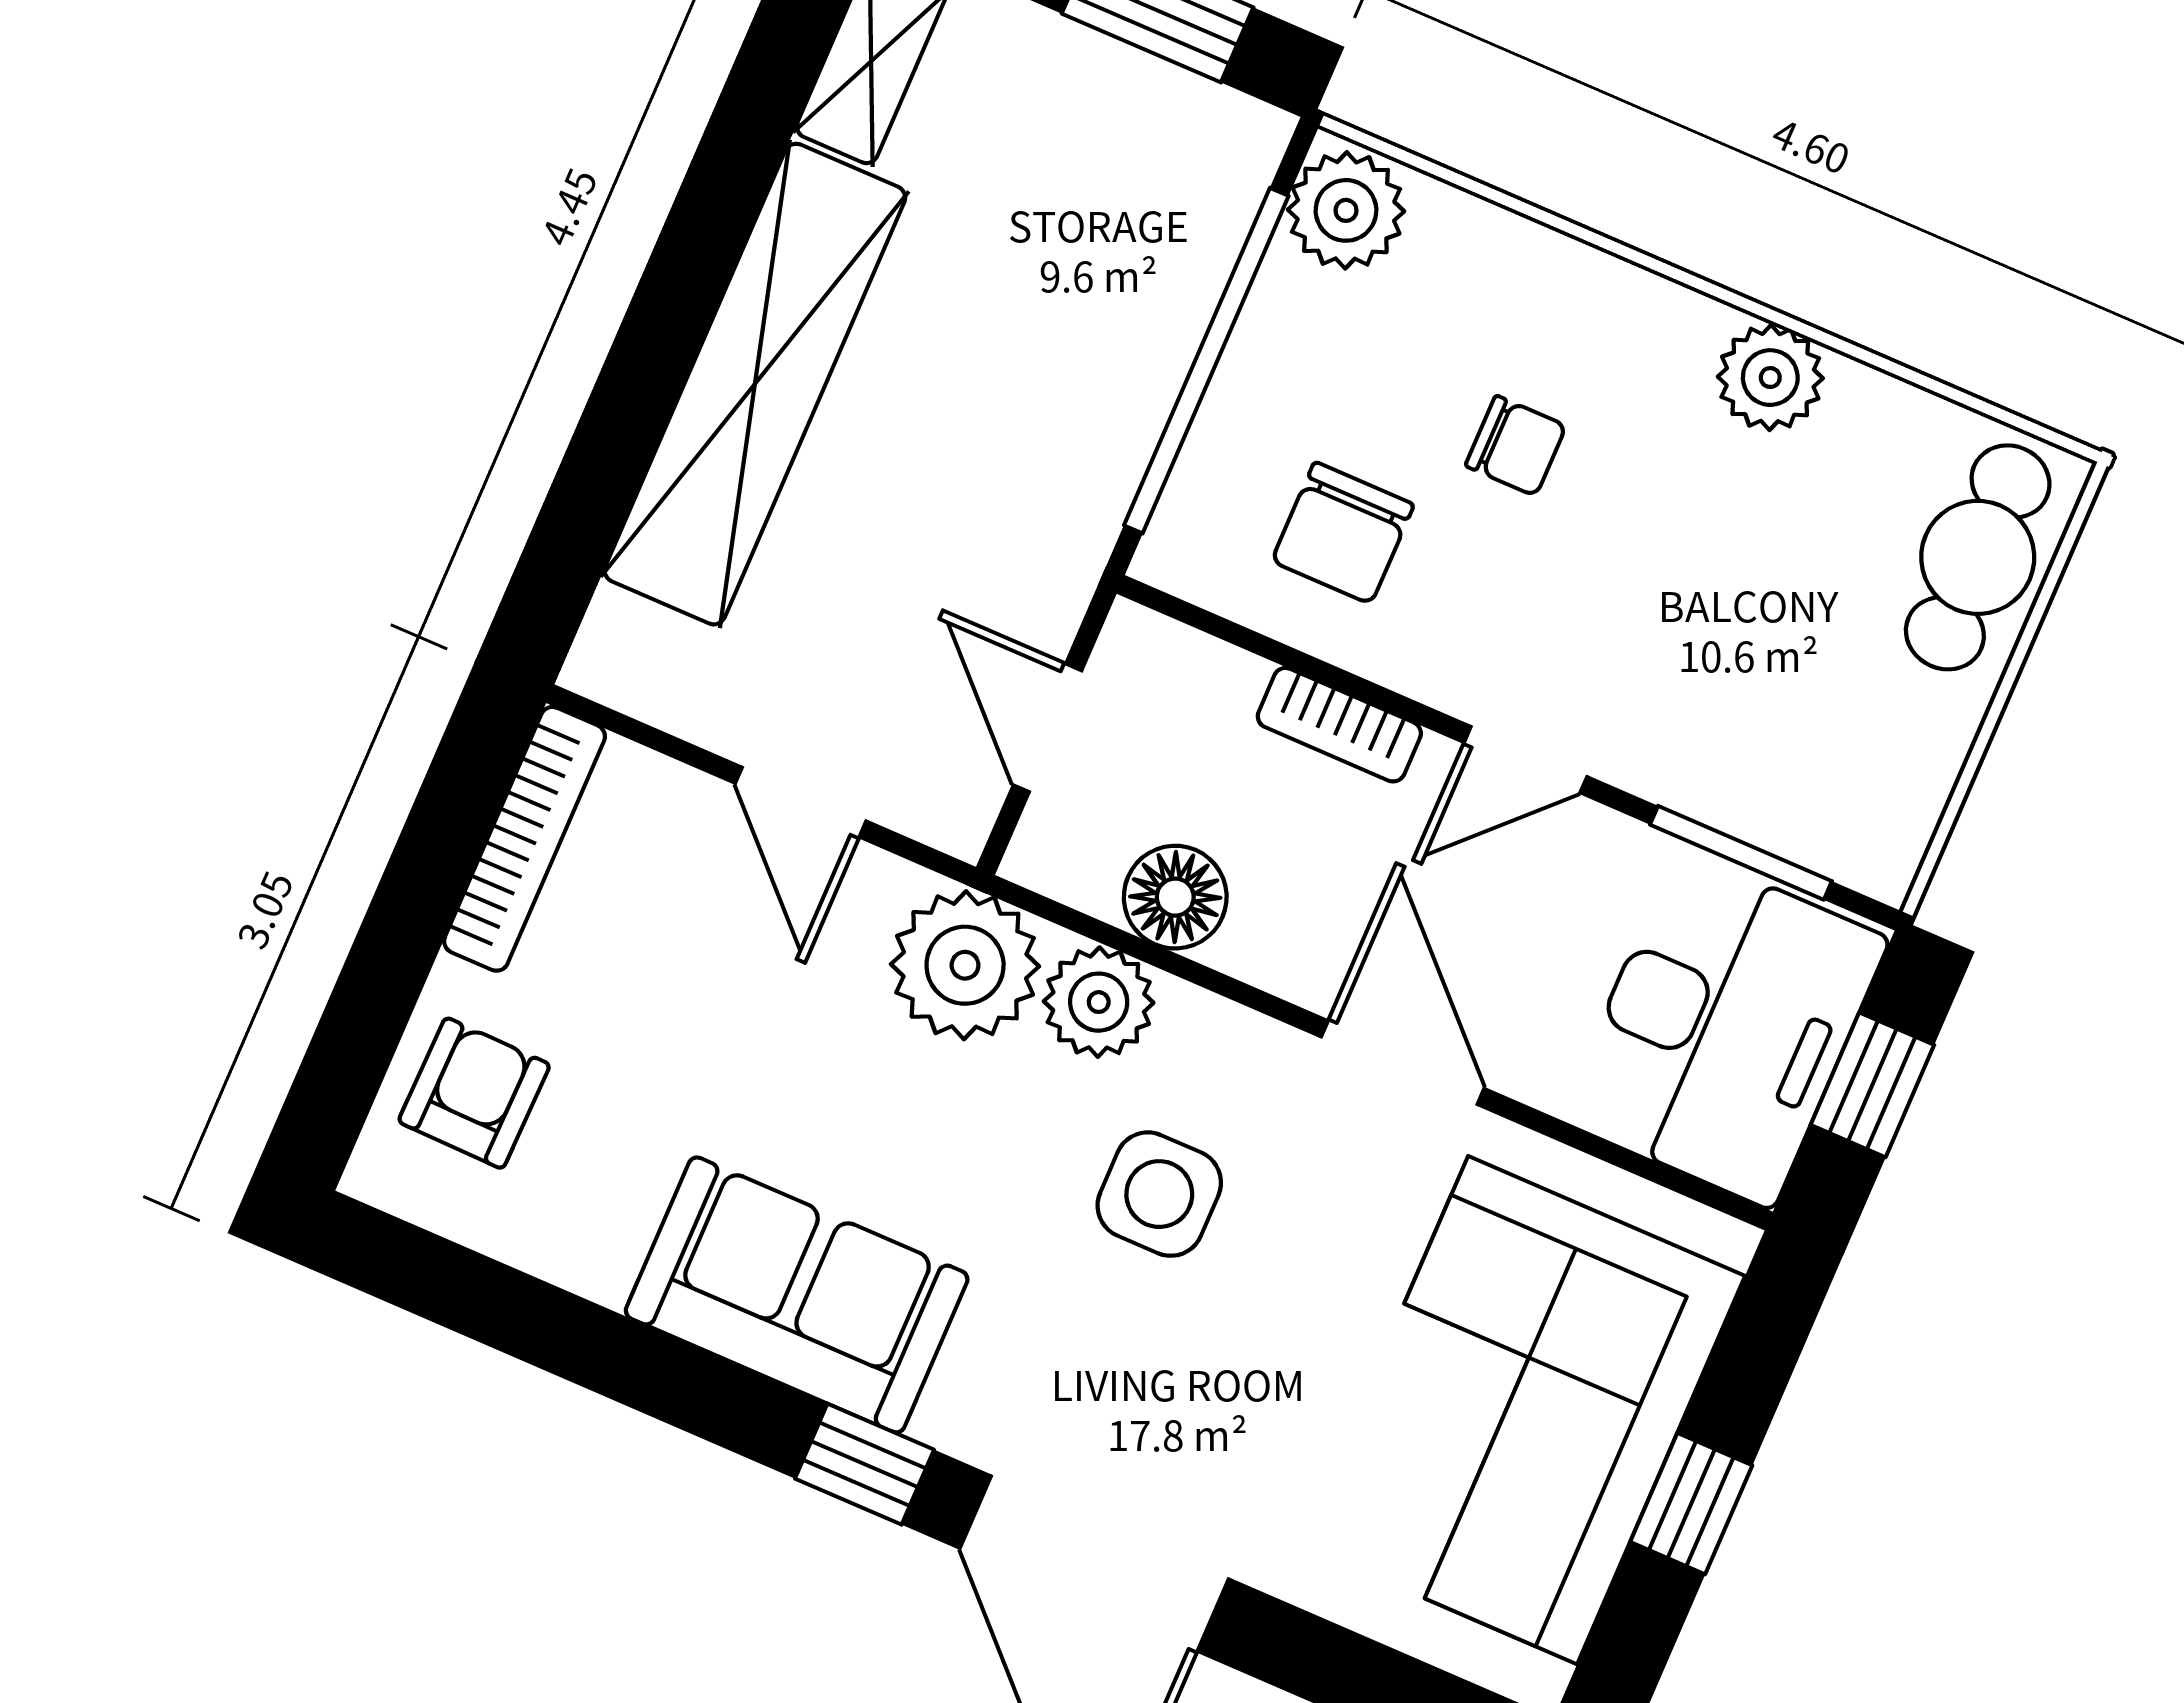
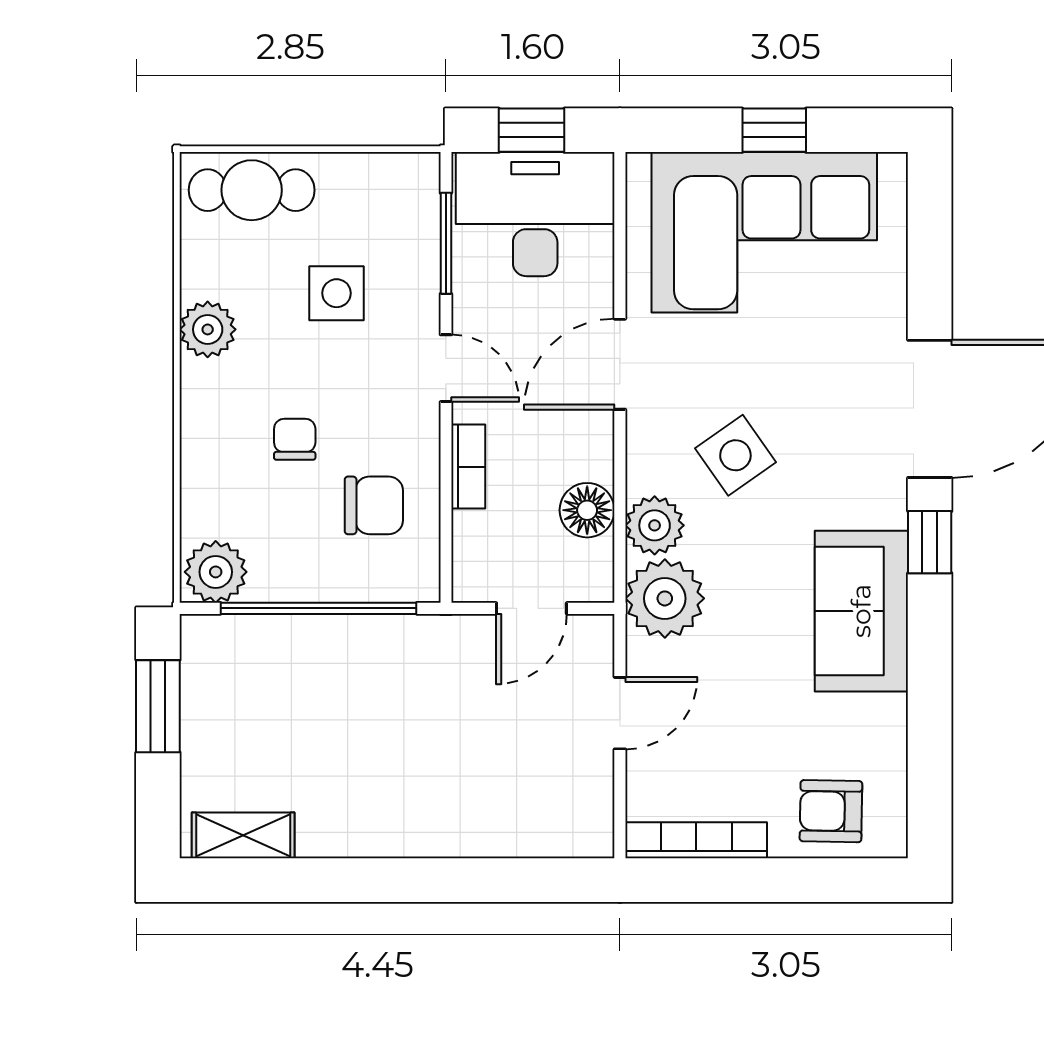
shelving: (755, 384) -> (425, 824), removed
side table: (1737, 627) -> (337, 293), added
side table: (1159, 1194) -> (735, 455), turned -35

